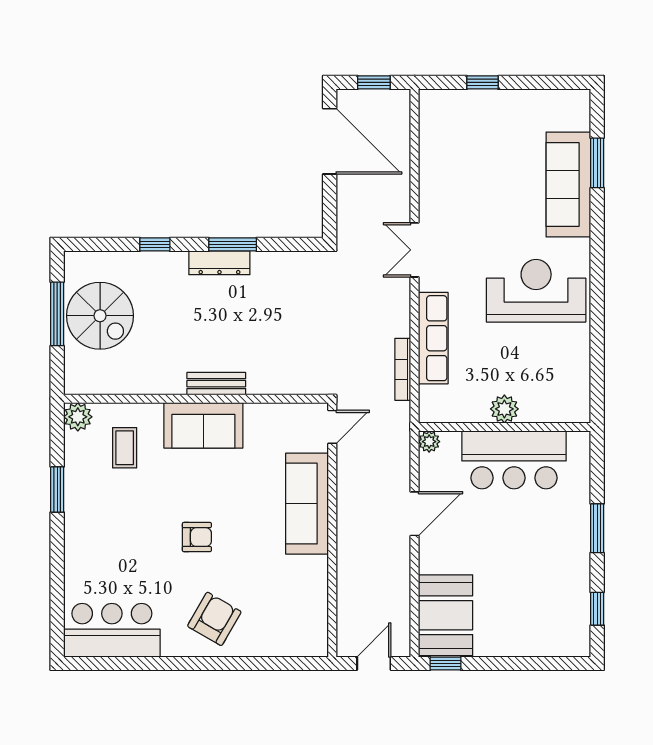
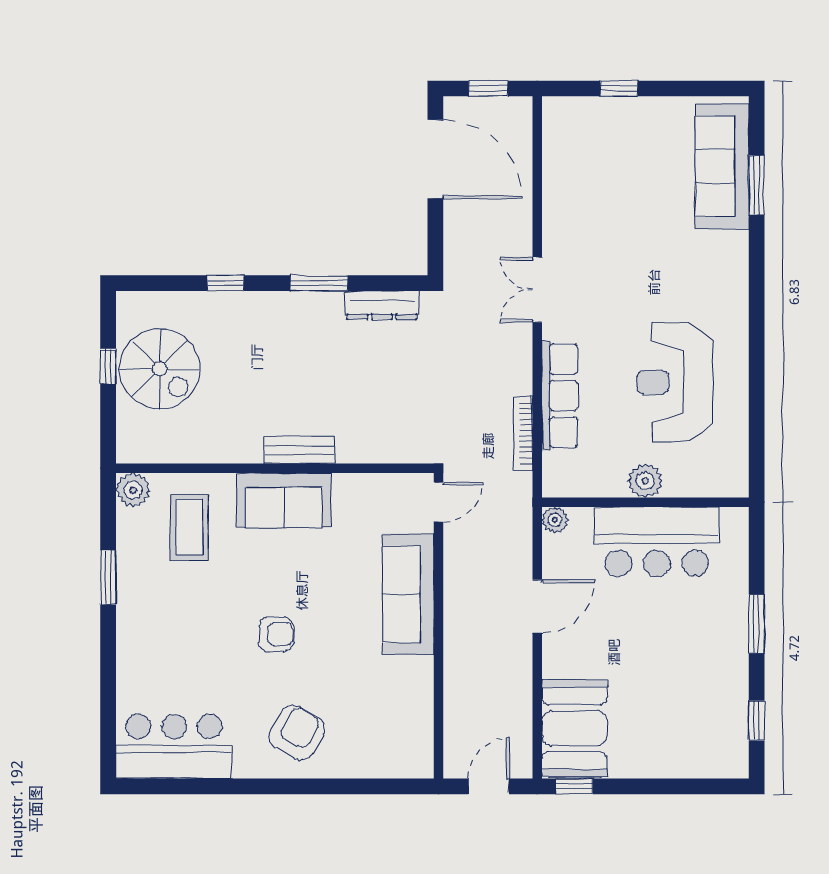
sofa: (568, 184) -> (722, 166), moved
dresser: (219, 263) -> (382, 305), moved
reception desk: (536, 291) -> (675, 382), moved, turned -90
window: (57, 314) -> (108, 366), width x0.46
coffee table: (125, 448) -> (189, 527), width x1.36, depth x1.30

